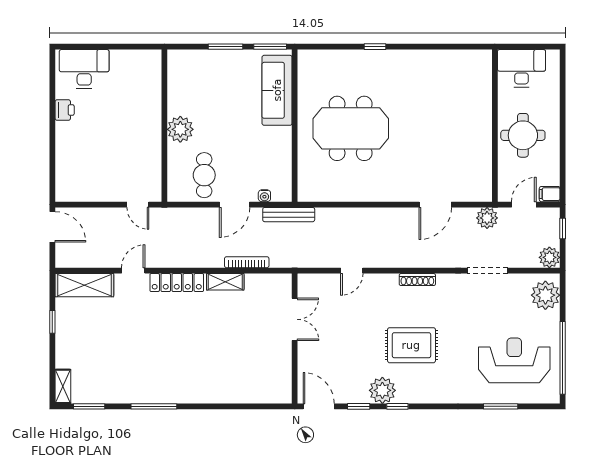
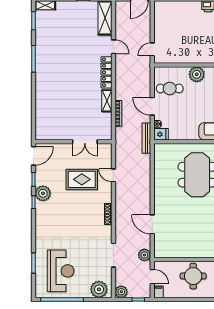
fridge: (282, 190) -> (161, 134), added
rug: (411, 345) -> (82, 179), moved, turned 90

